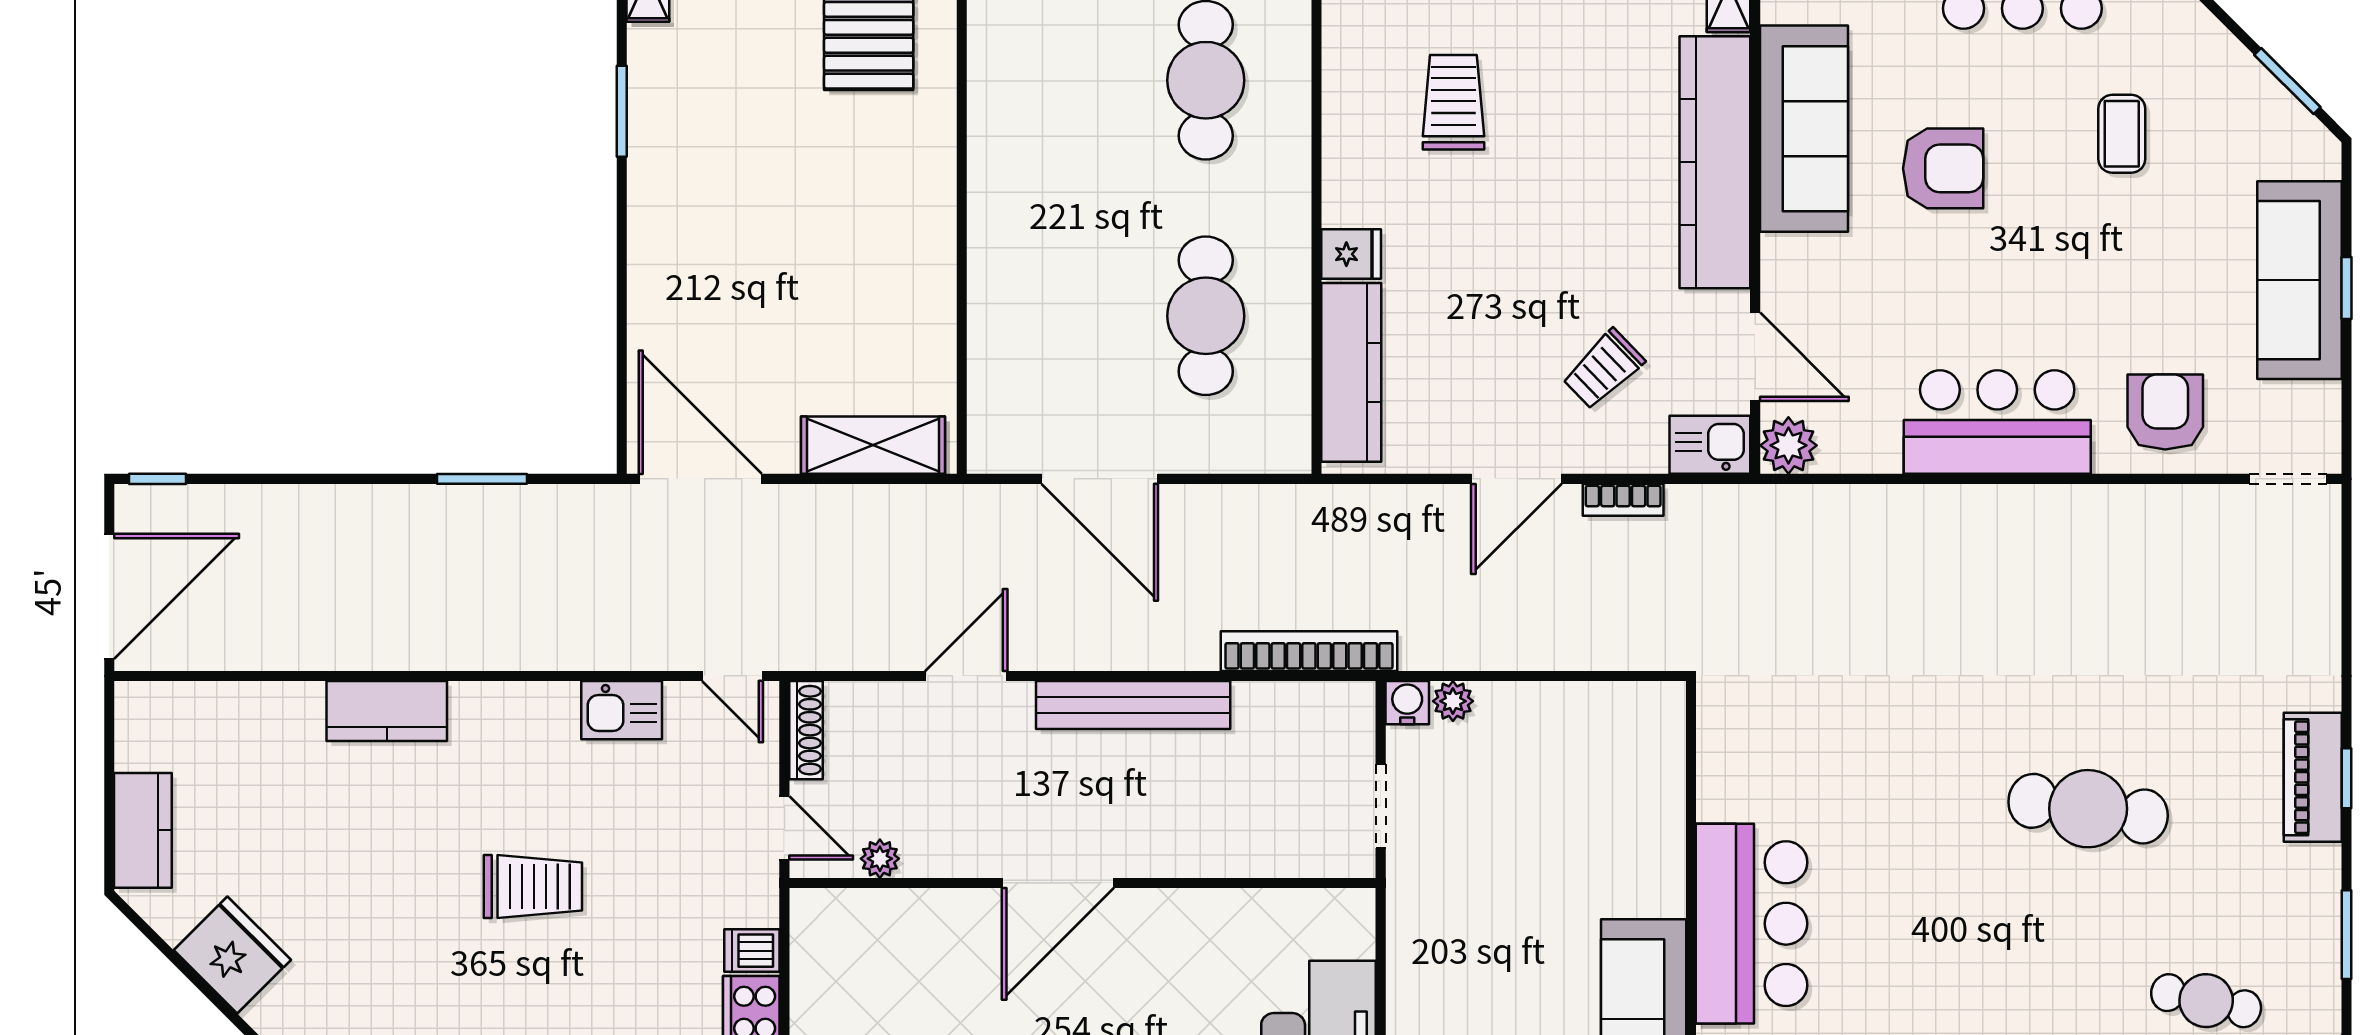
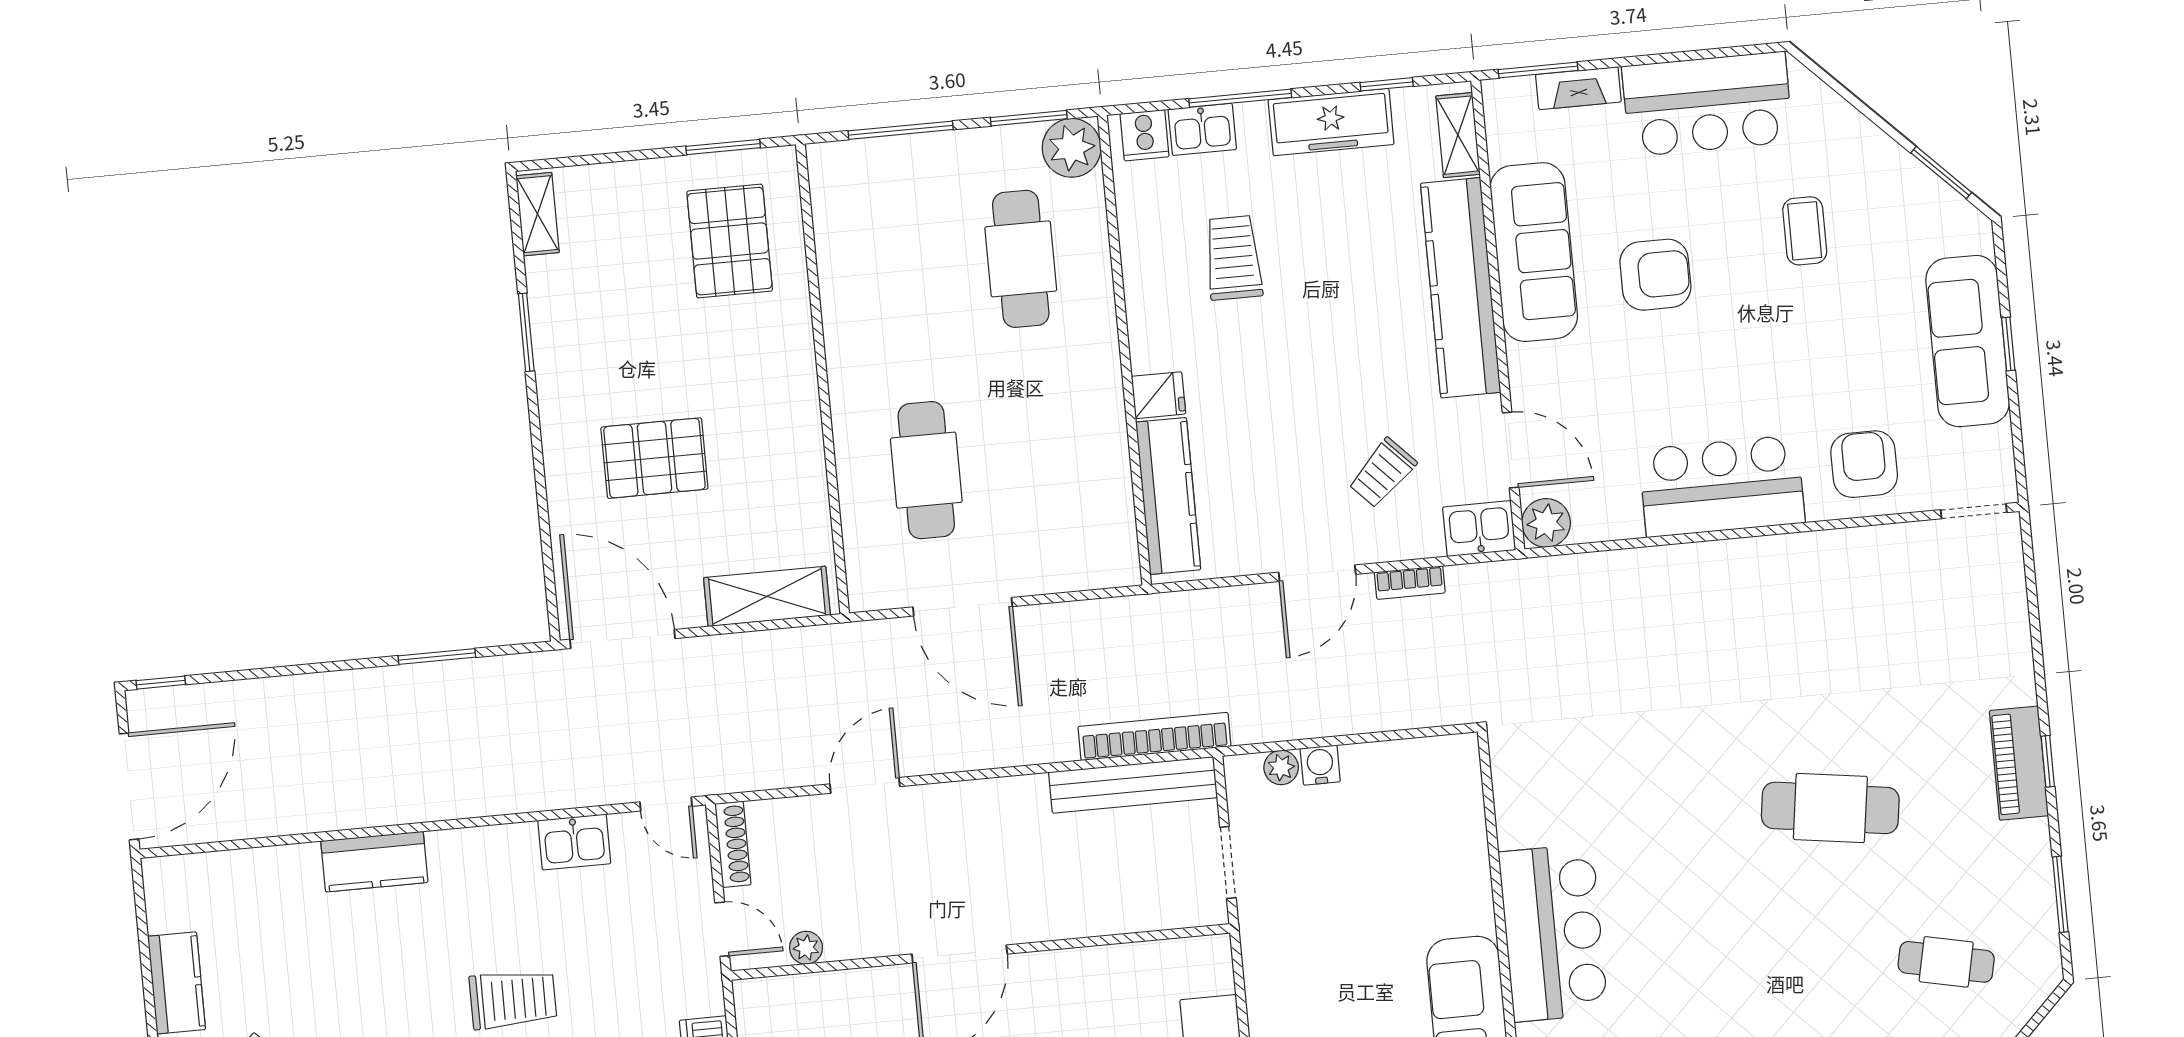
pallet: (757, 272) -> (654, 458), added
cafe table: (1206, 316) -> (926, 470), moved
water cooler: (1407, 703) -> (1320, 765), moved
bench: (1133, 705) -> (1133, 785), moved

